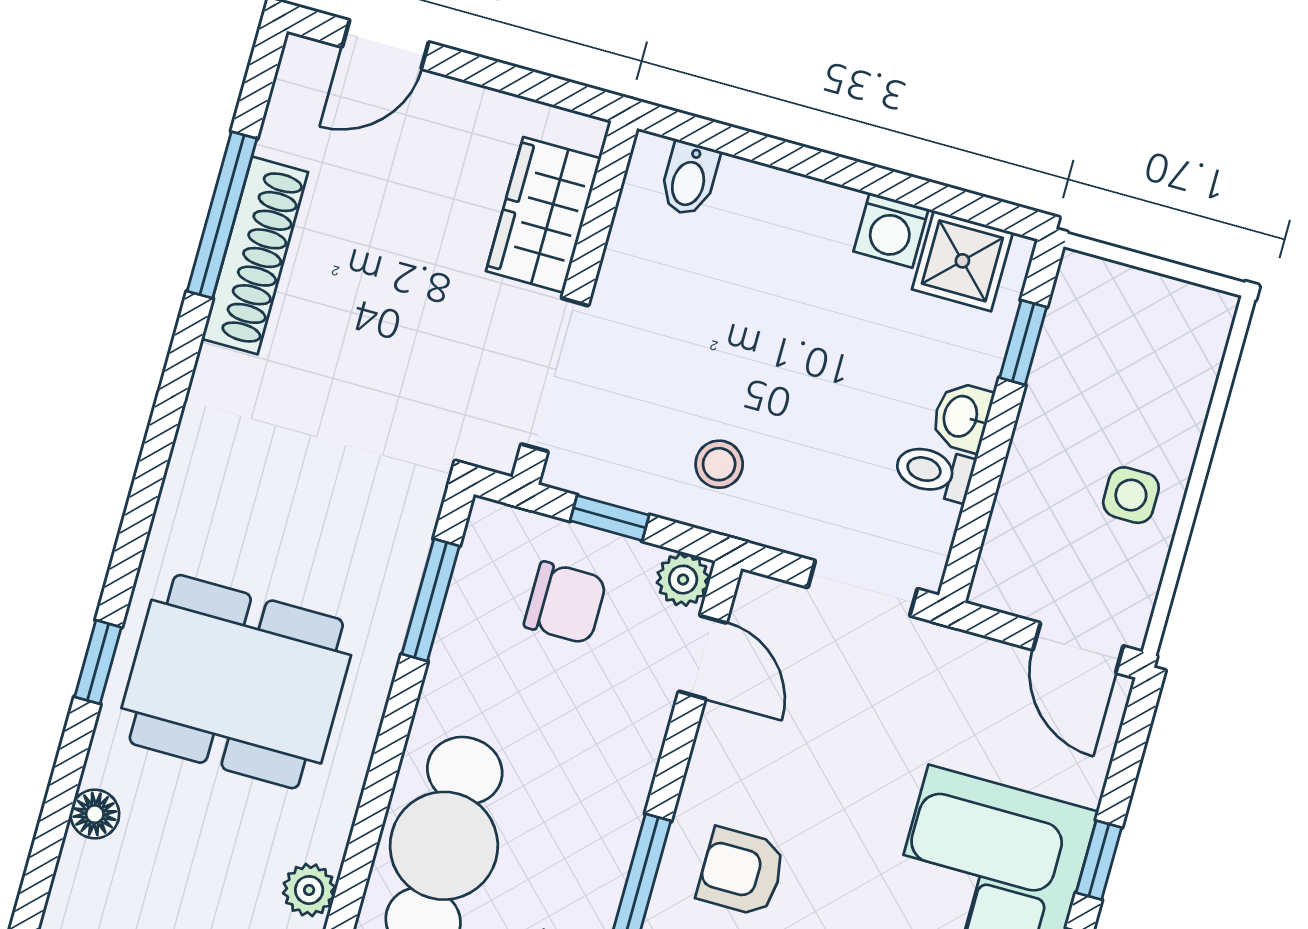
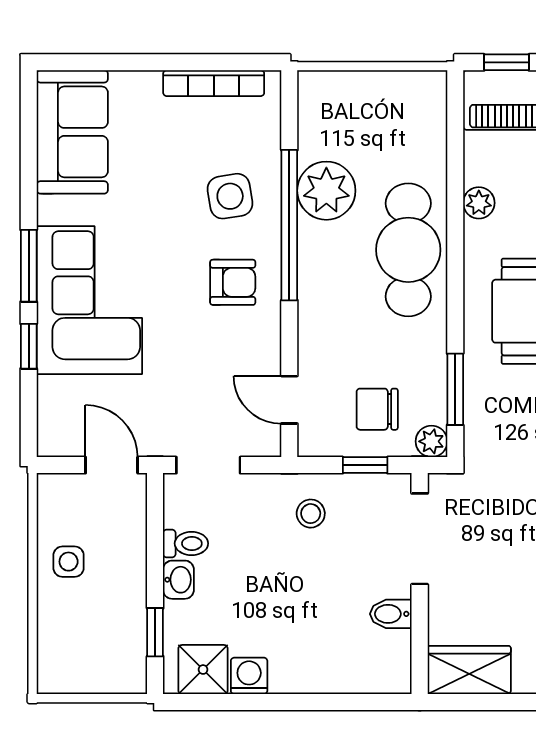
bidet: (689, 179) -> (391, 614), moved, turned -90
wardrobe: (543, 215) -> (469, 670), moved, turned -90
plant: (683, 580) -> (431, 441), moved
door: (1078, 648) -> (112, 465), moved

